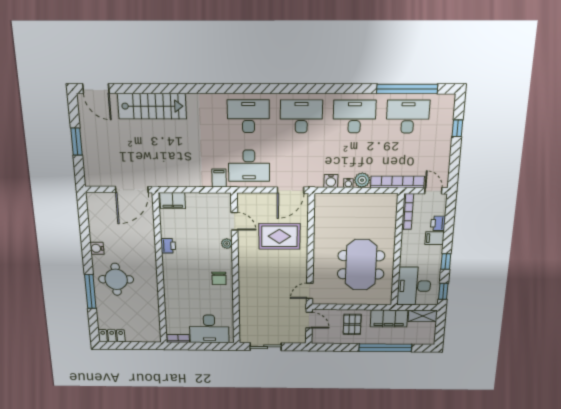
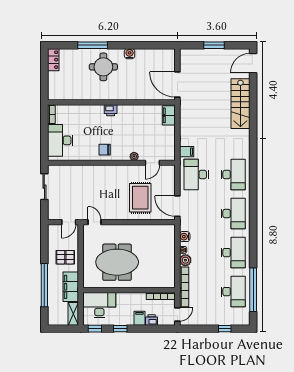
printer: (168, 246) -> (111, 110), moved

